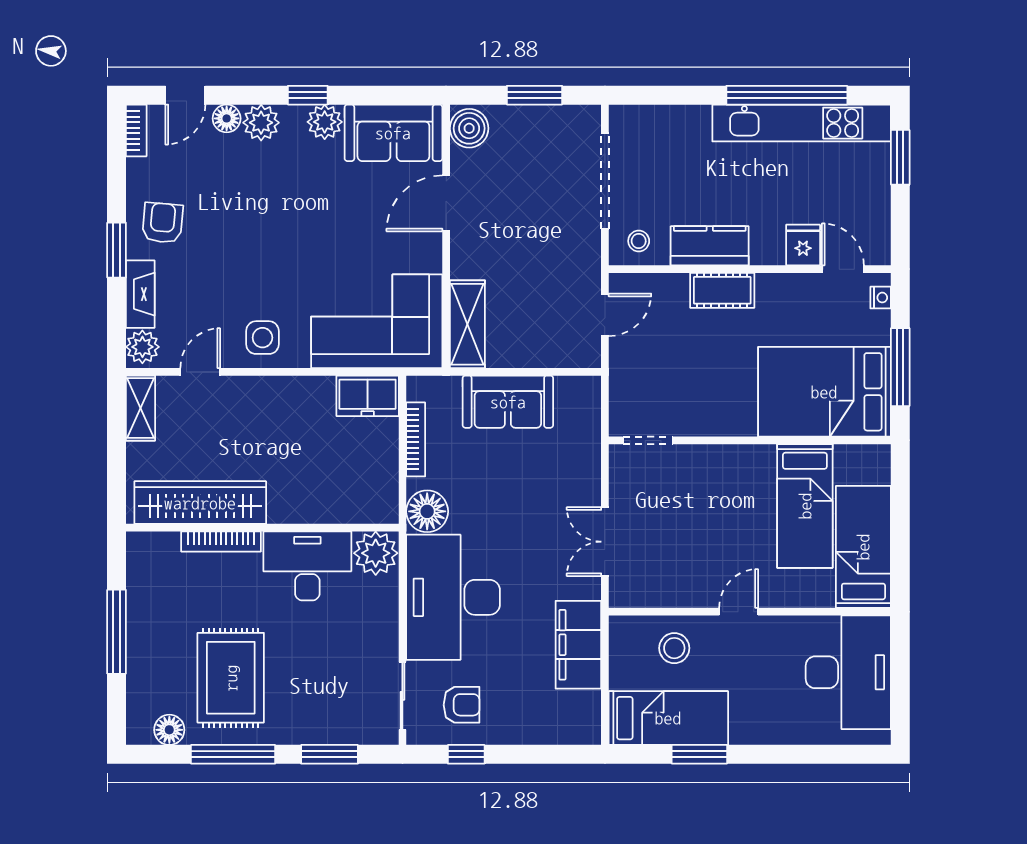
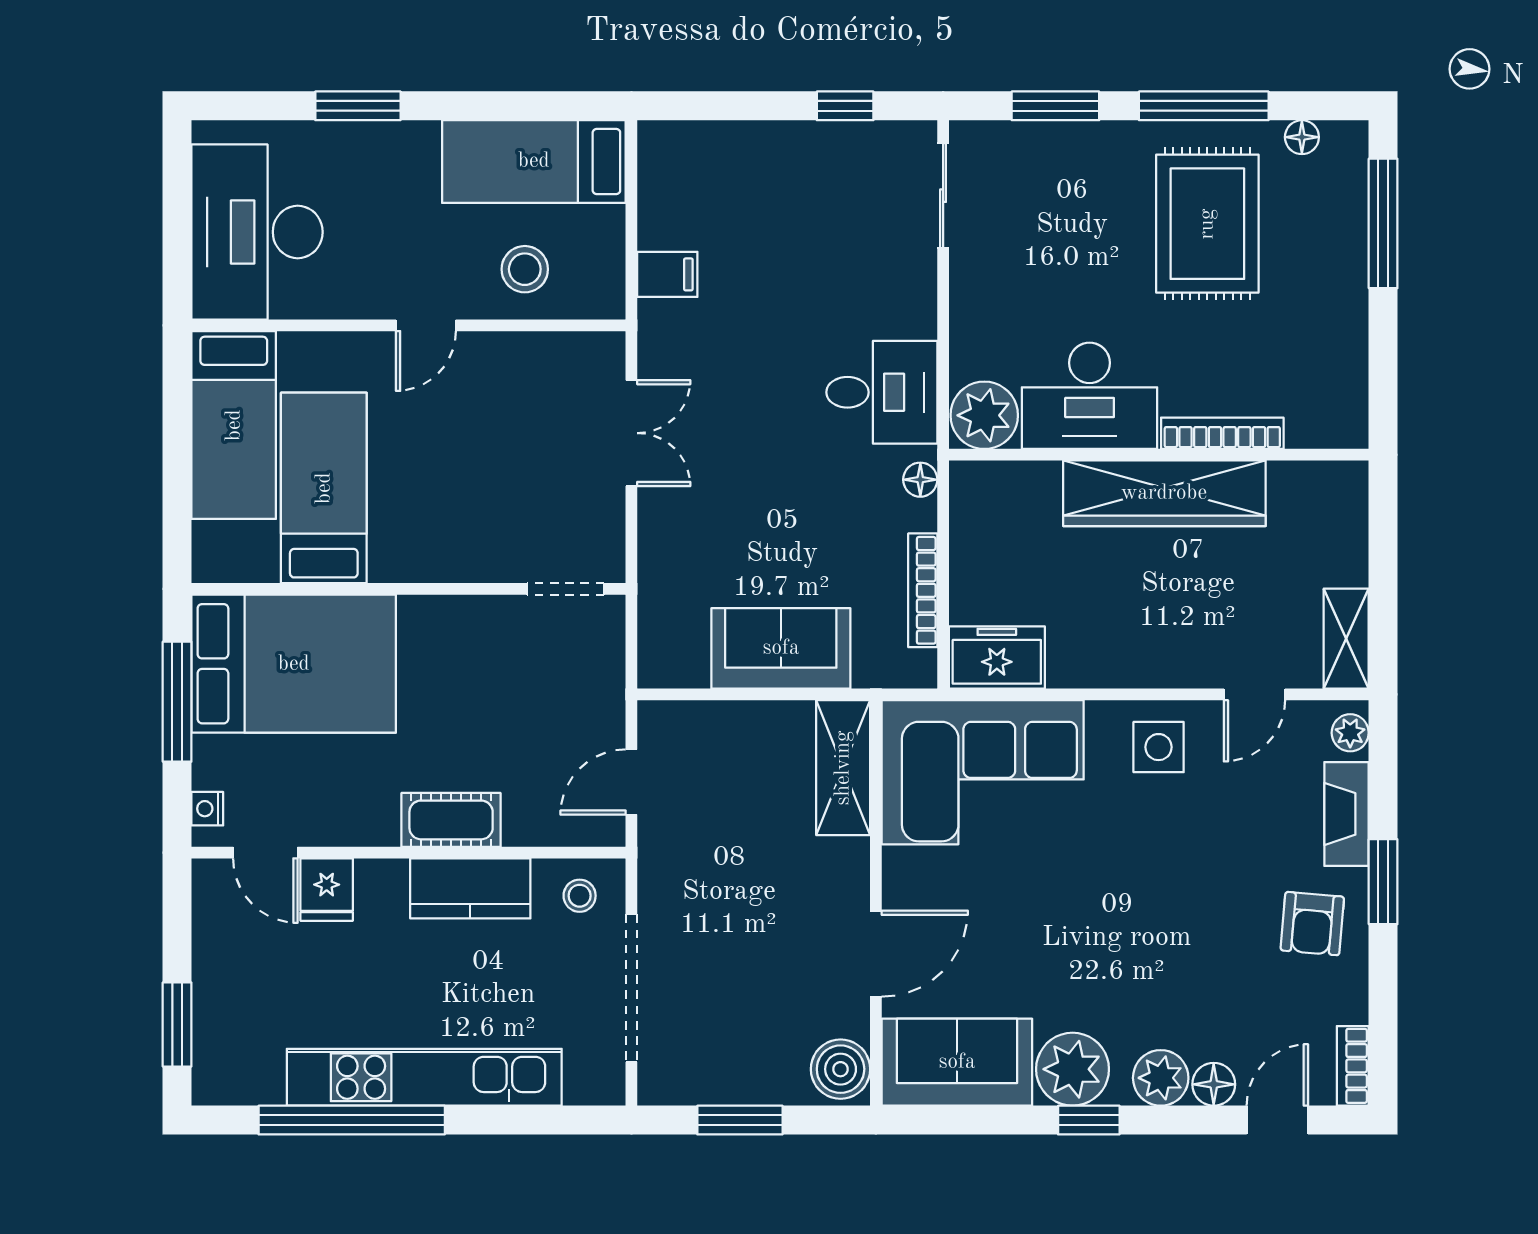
plant: (325, 122) -> (1073, 1069), width x1.36, depth x1.36
kitchen unit: (802, 123) -> (424, 1077), moved
plant: (142, 347) -> (1350, 733), width x0.73, depth x0.73
wardrobe: (200, 503) -> (1164, 493), moved
floor lamp: (427, 511) -> (920, 480), width x0.53, depth x0.53
desk: (453, 597) -> (882, 392), width x0.53, depth x0.77
window: (117, 632) -> (1383, 223), moved
filing cabinet: (578, 645) -> (667, 274), width x0.33, depth x0.86
armchair: (462, 705) -> (852, 182), removed
floor lamp: (169, 730) -> (1302, 137), width x0.73, depth x0.73
window: (699, 754) -> (358, 106), moved

